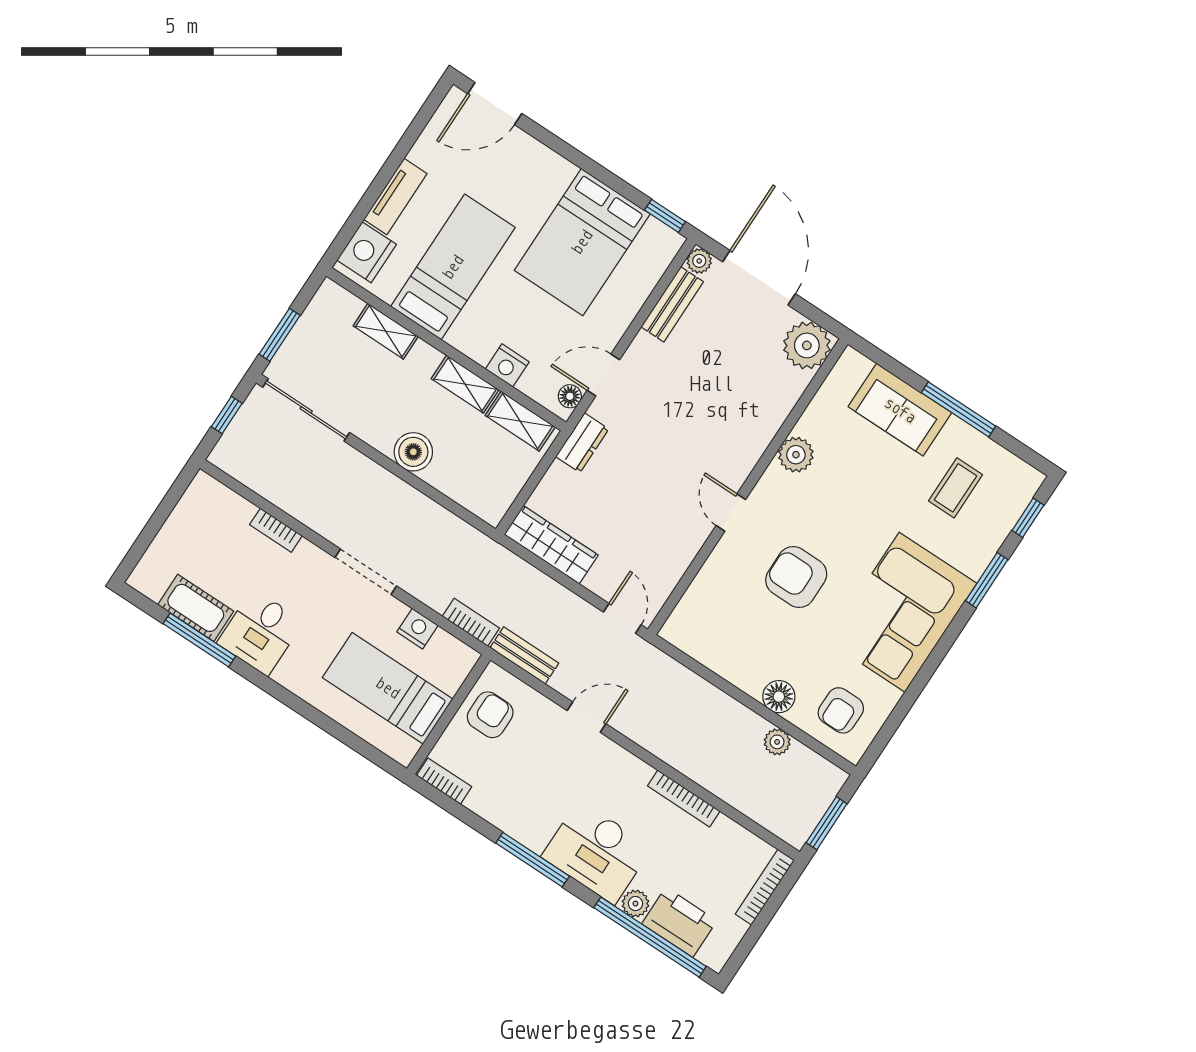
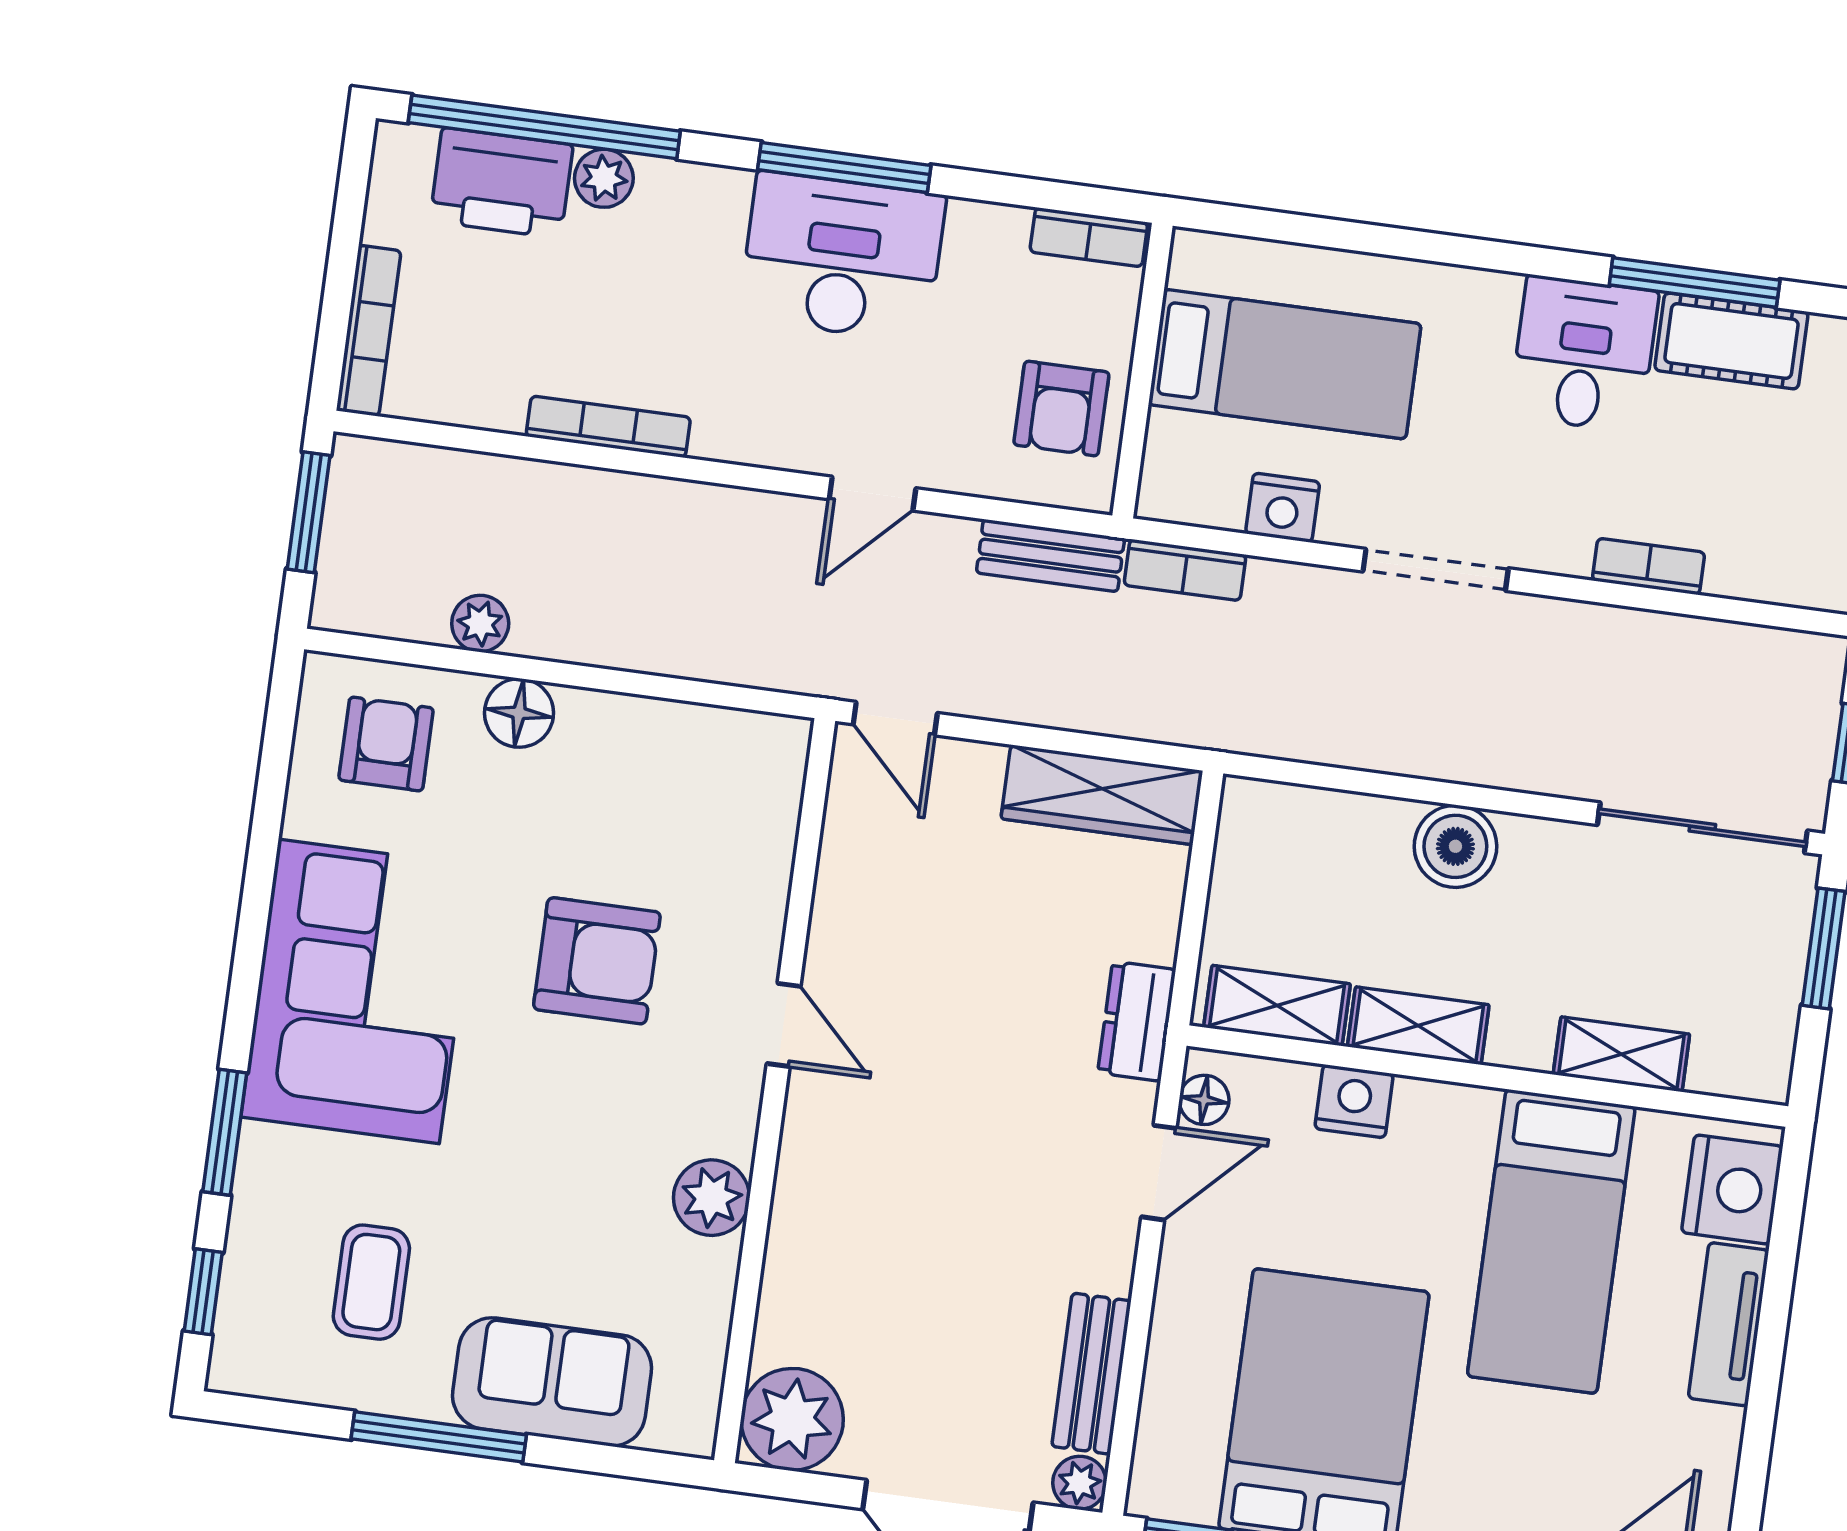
desk: (597, 852) -> (842, 257), moved

